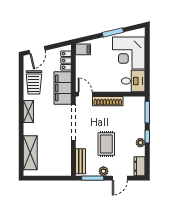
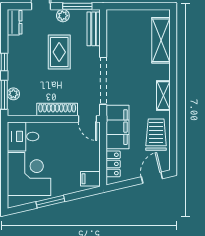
plant: (140, 143) -> (13, 94), moved

